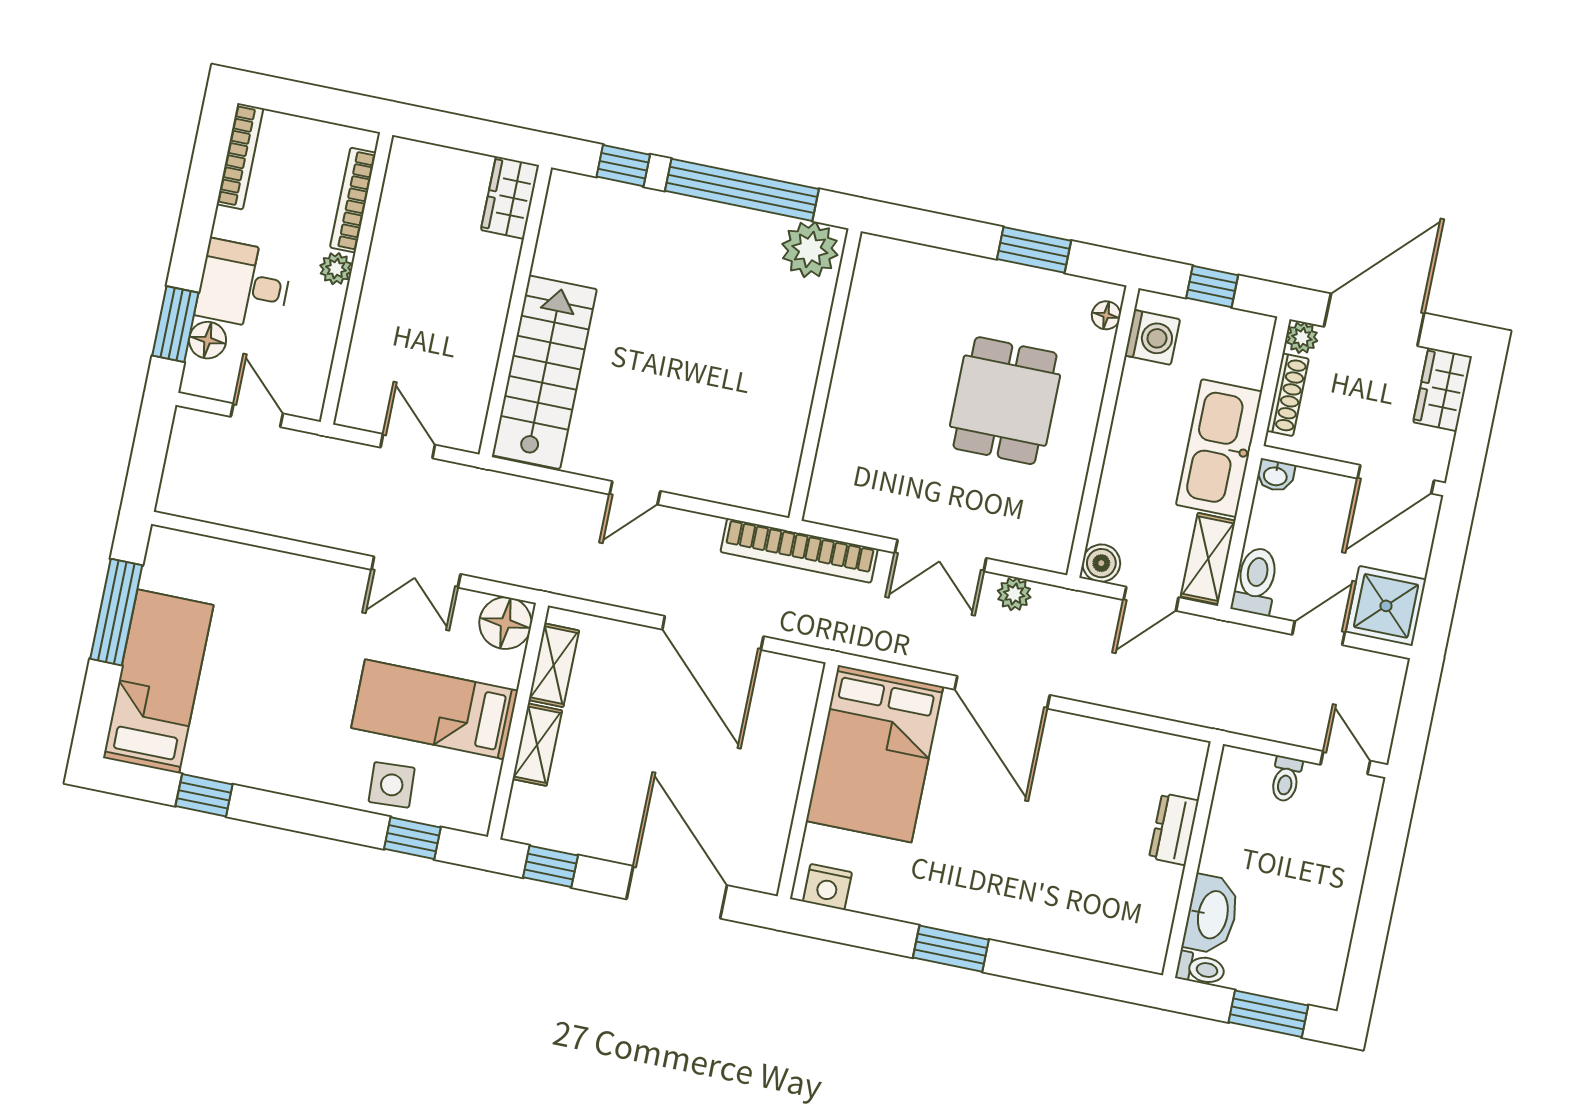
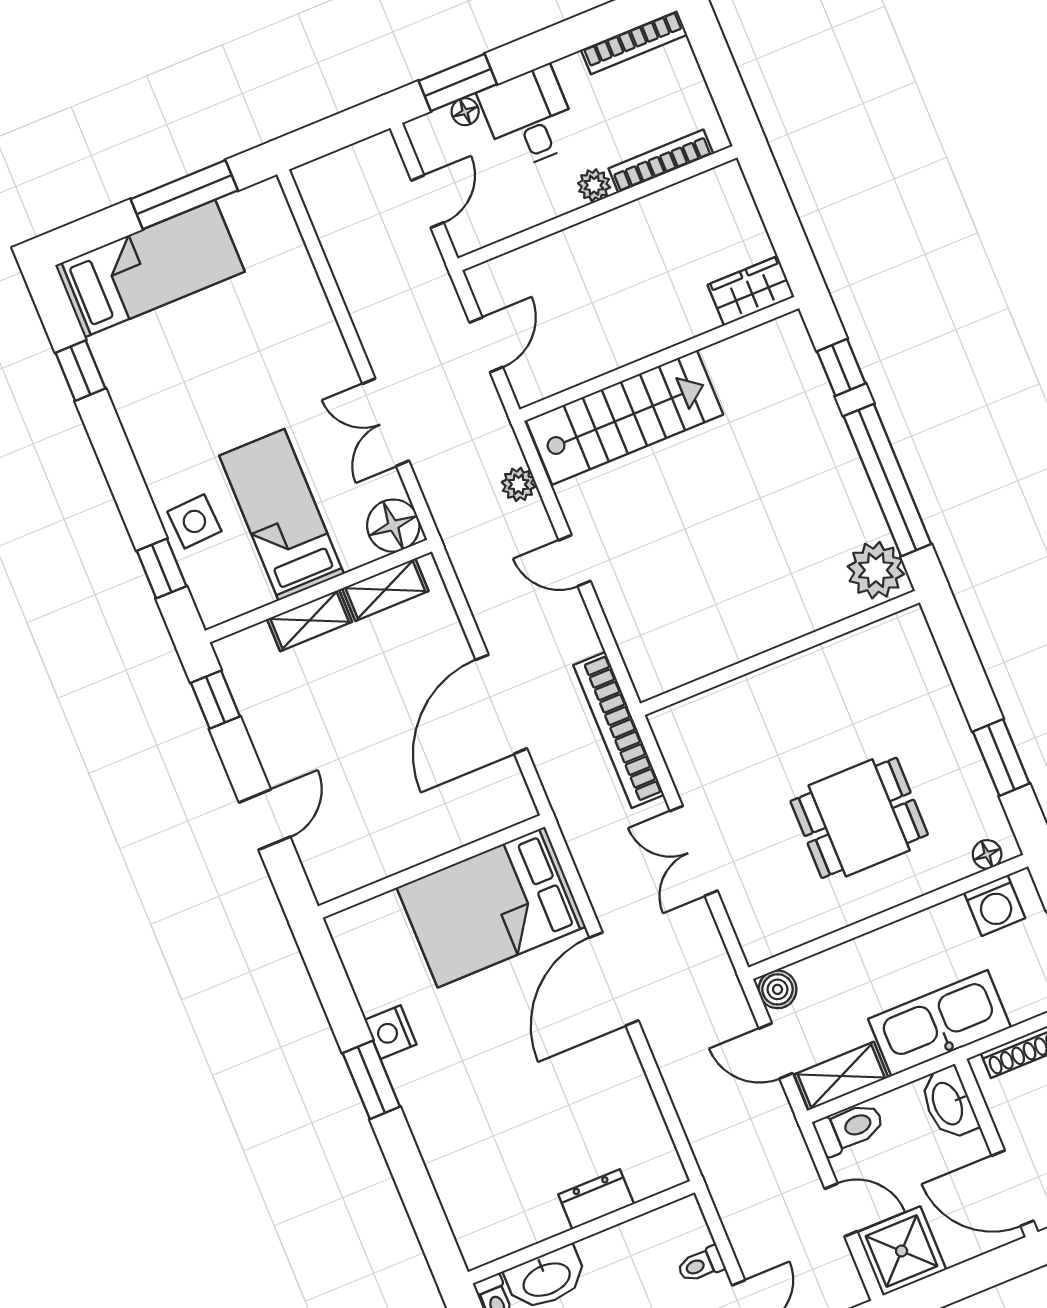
floor lamp: (208, 340) -> (465, 112), width x0.73, depth x0.73
washbasin: (1275, 475) -> (949, 1103), width x1.91, depth x1.45
plant: (1014, 594) -> (518, 484), moved
nightstand: (827, 887) -> (390, 1032), moved
door: (677, 892) -> (265, 820), width x0.53

